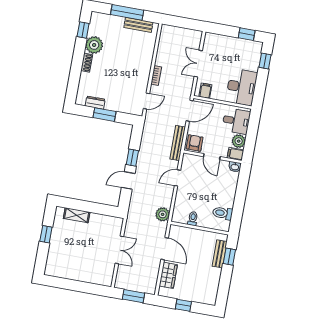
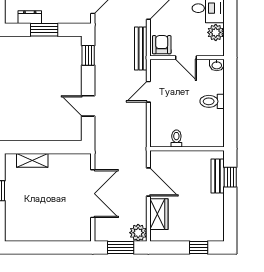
filing cabinet: (235, 154) -> (215, 49), removed
window: (132, 158) -> (88, 55), moved
door: (128, 181) -> (88, 106), hinge flipped
toilet: (223, 213) -> (212, 101), moved
plant: (163, 214) -> (138, 233), moved
double door: (119, 250) -> (93, 194), width x1.37
window: (183, 305) -> (199, 248), moved

